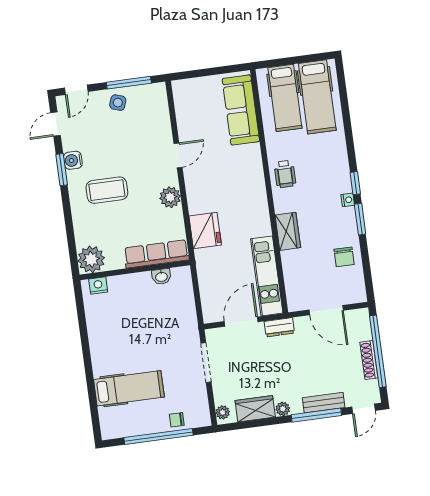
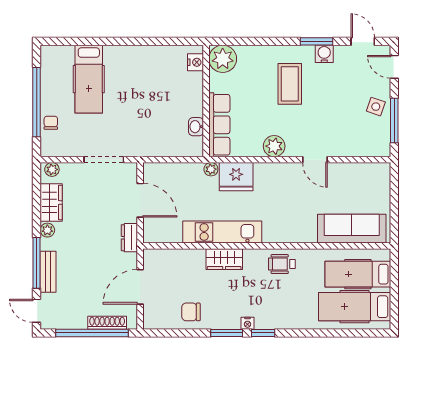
plant: (201, 256) -> (211, 169), added
kitchen unit: (267, 276) -> (222, 232), moved
shoe rack: (369, 360) -> (107, 323), moved

